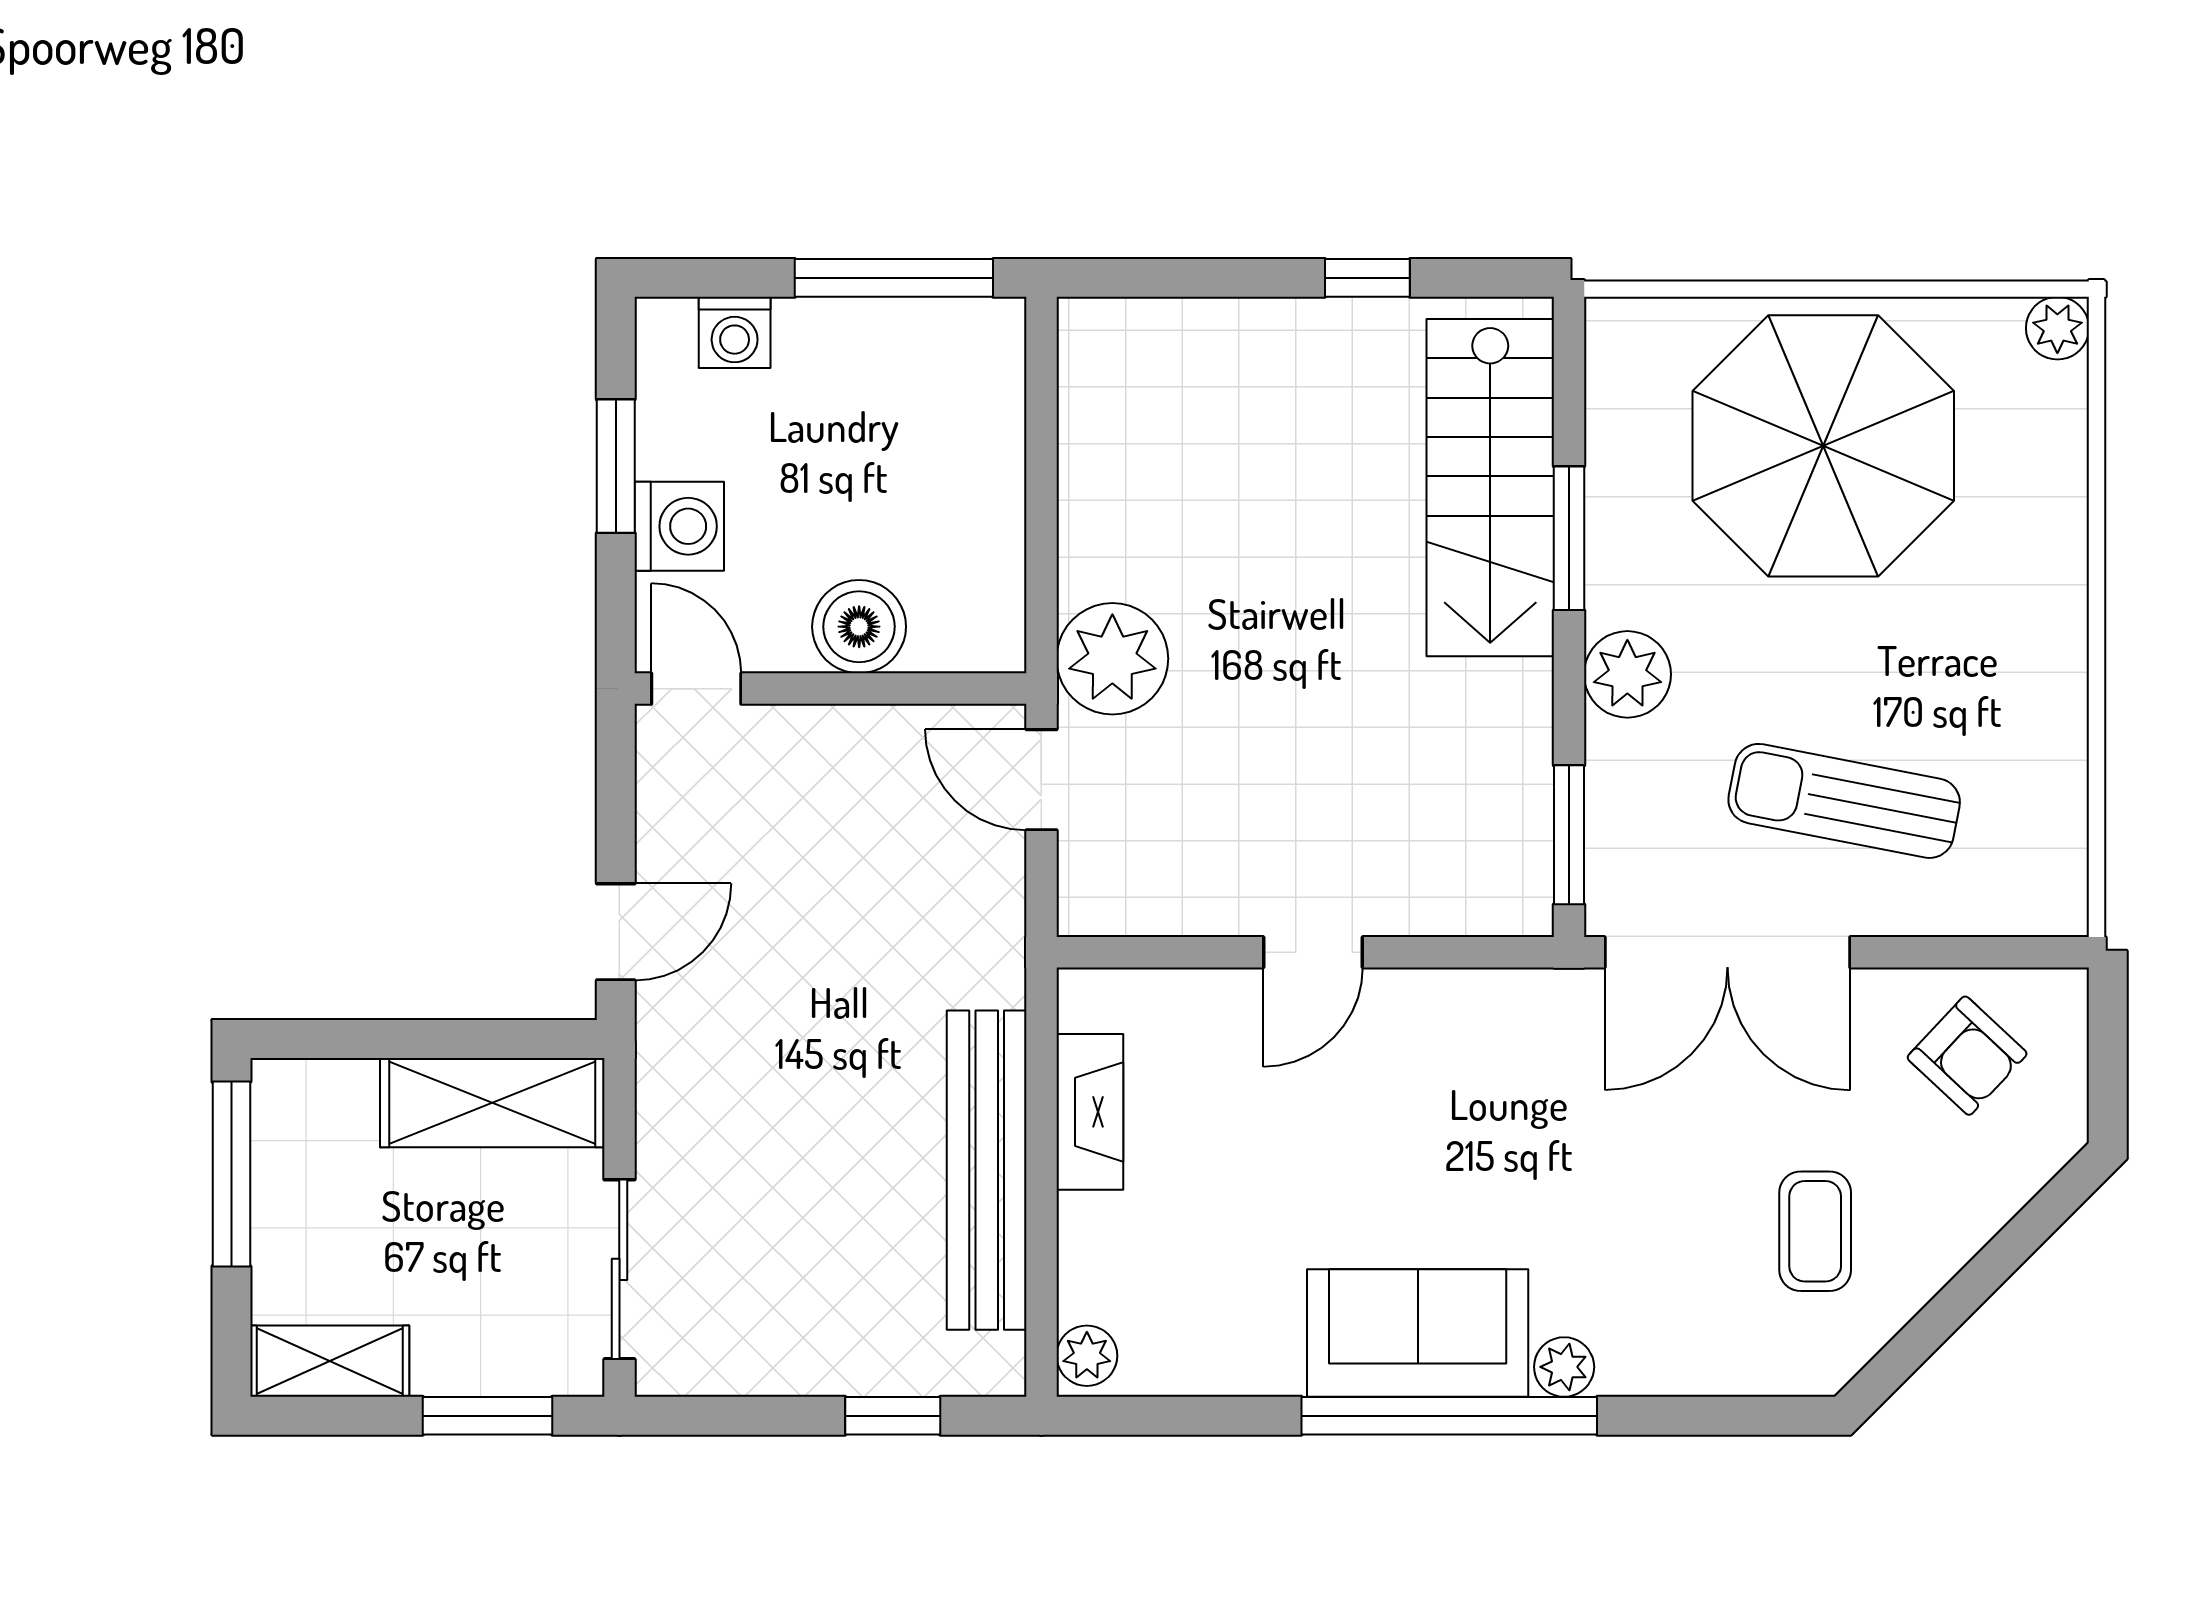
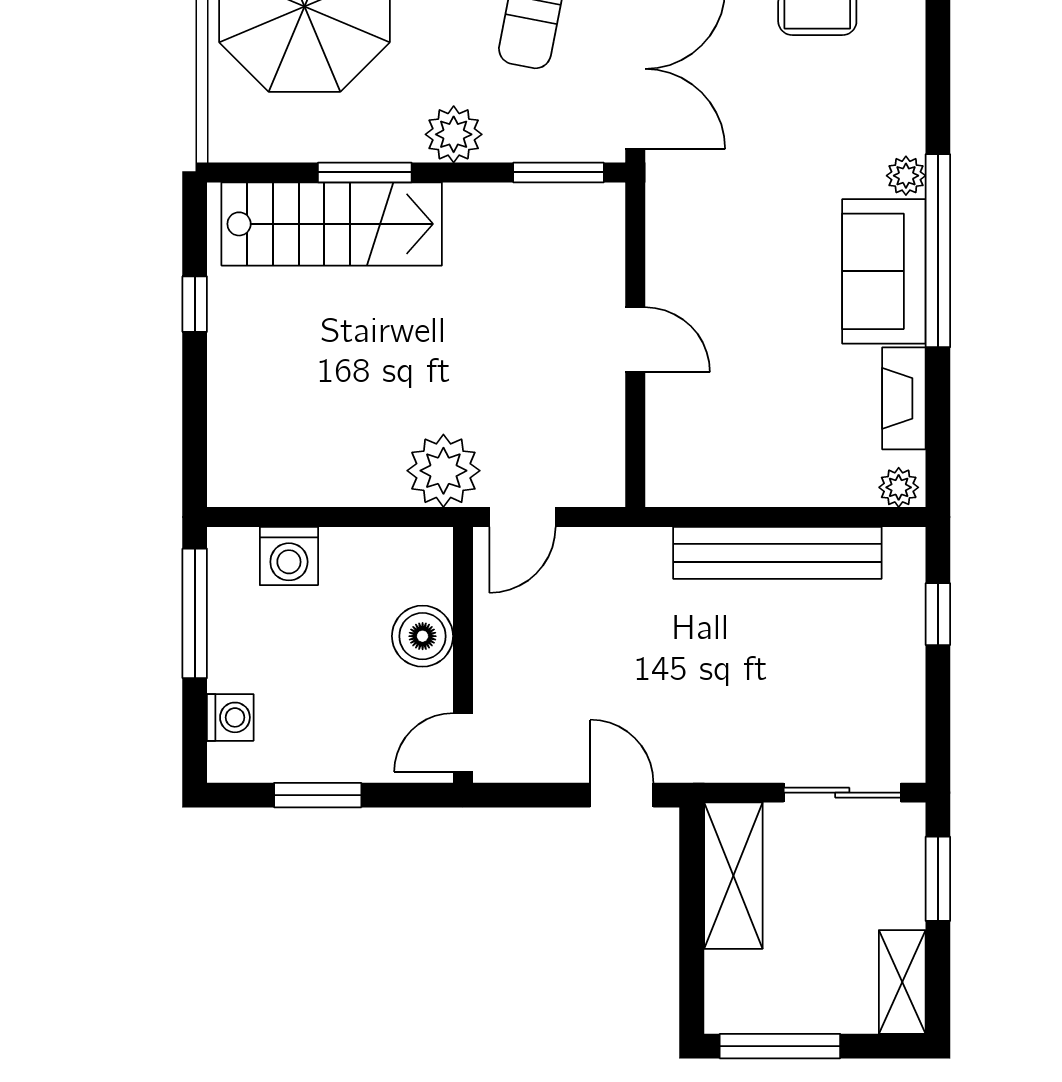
washing machine: (679, 526) -> (289, 556), moved, turned 180
fireplace: (1090, 1112) -> (904, 398), moved, turned -90

